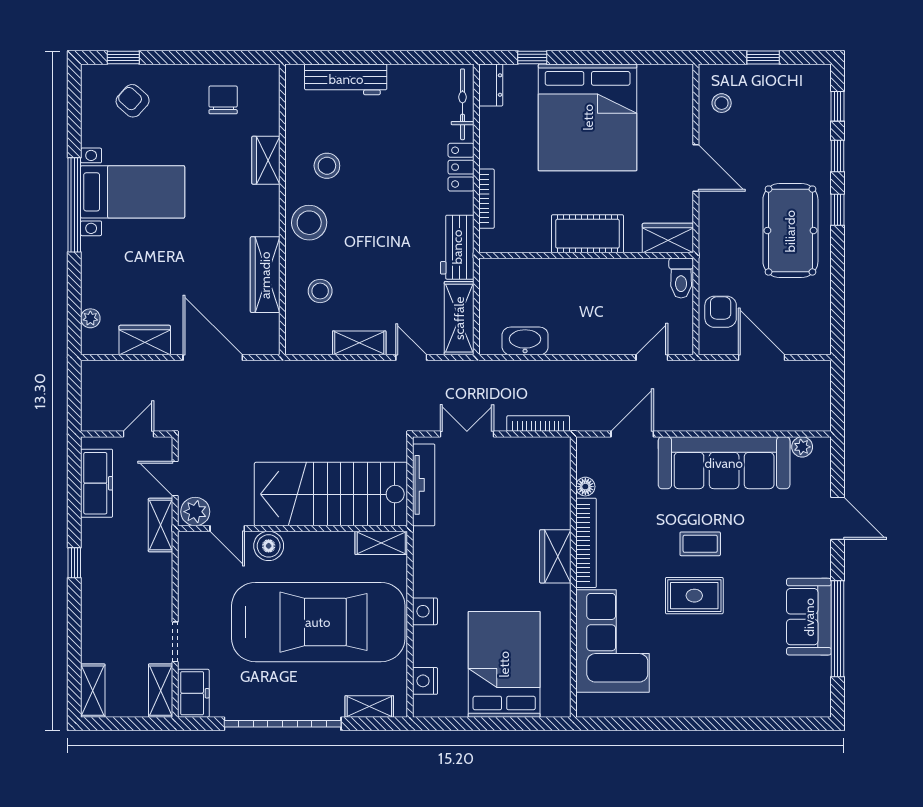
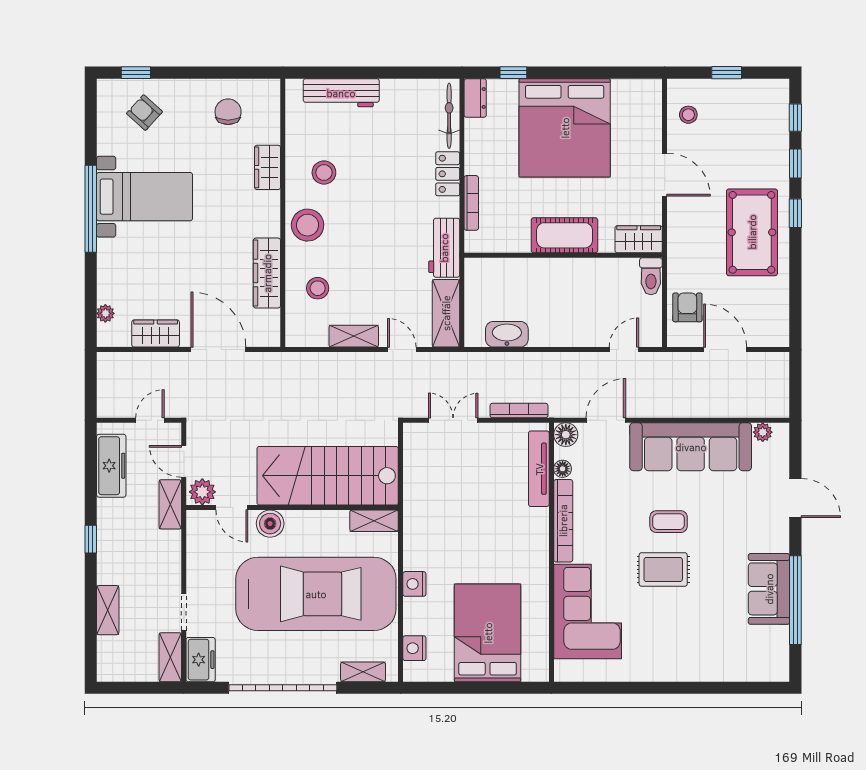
floor lamp: (589, 450) -> (566, 435), added
tv unit: (424, 485) -> (539, 469), moved, turned 180
wardrobe: (555, 556) -> (535, 533), removed
shelving: (93, 691) -> (108, 610), moved

